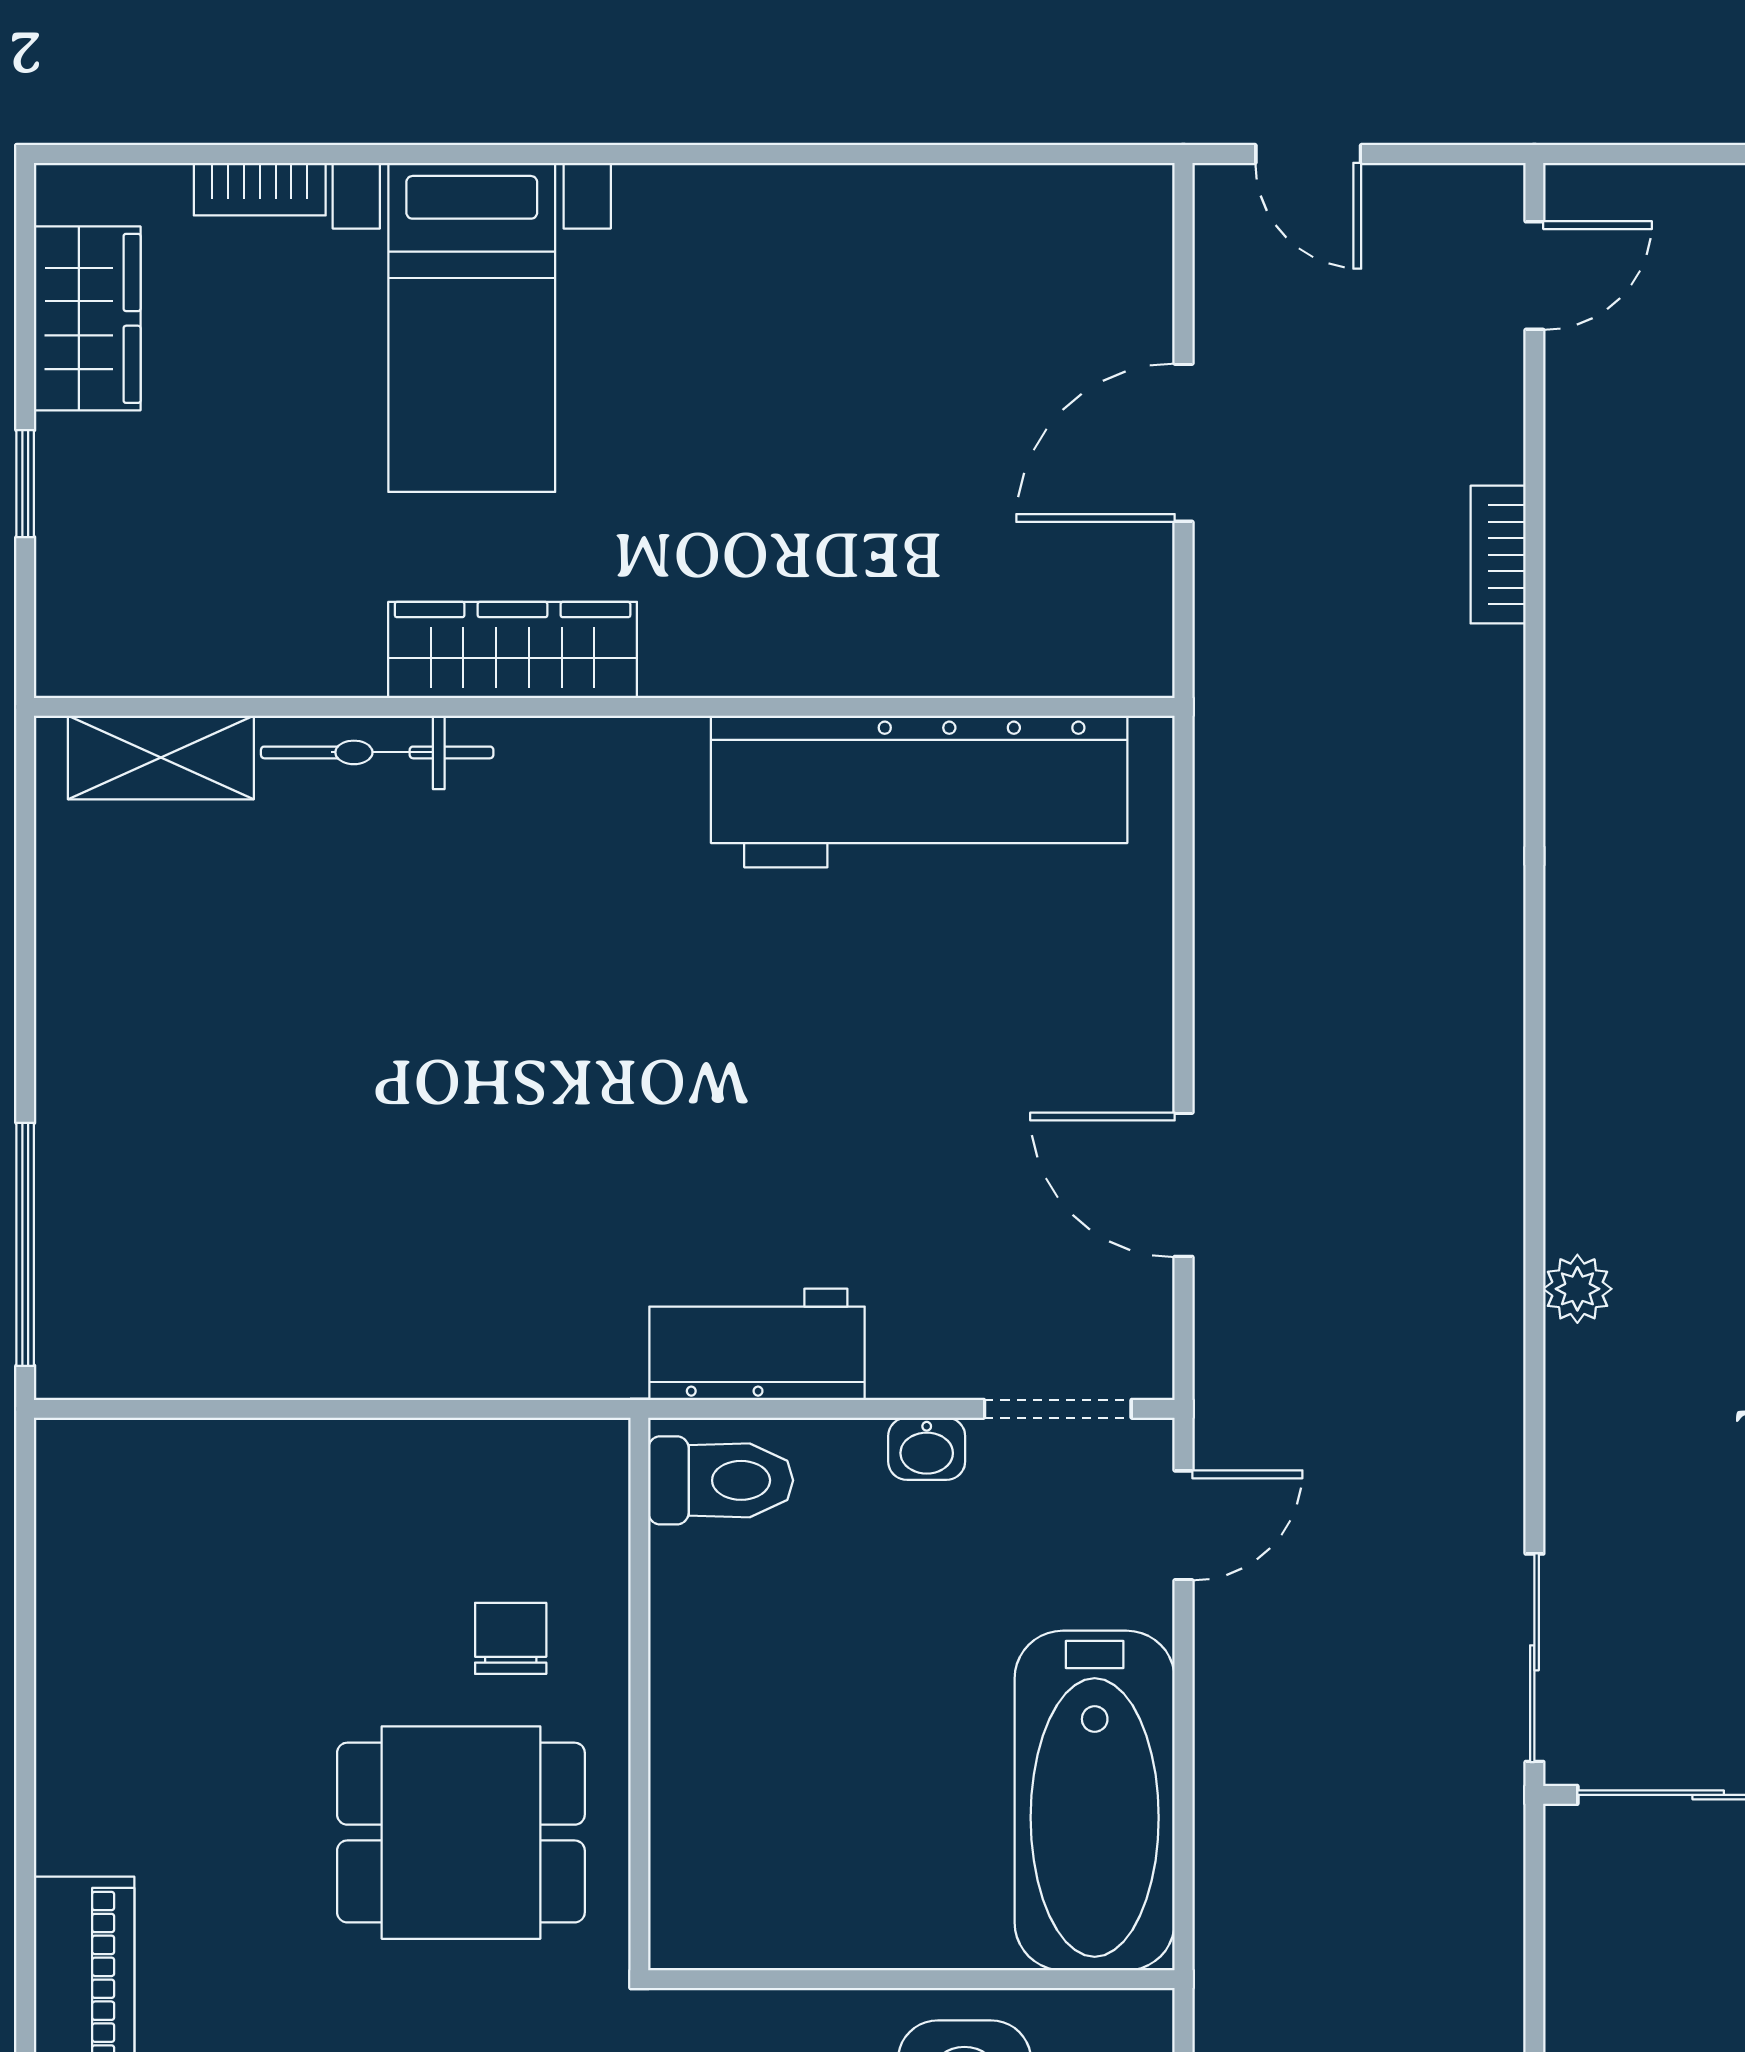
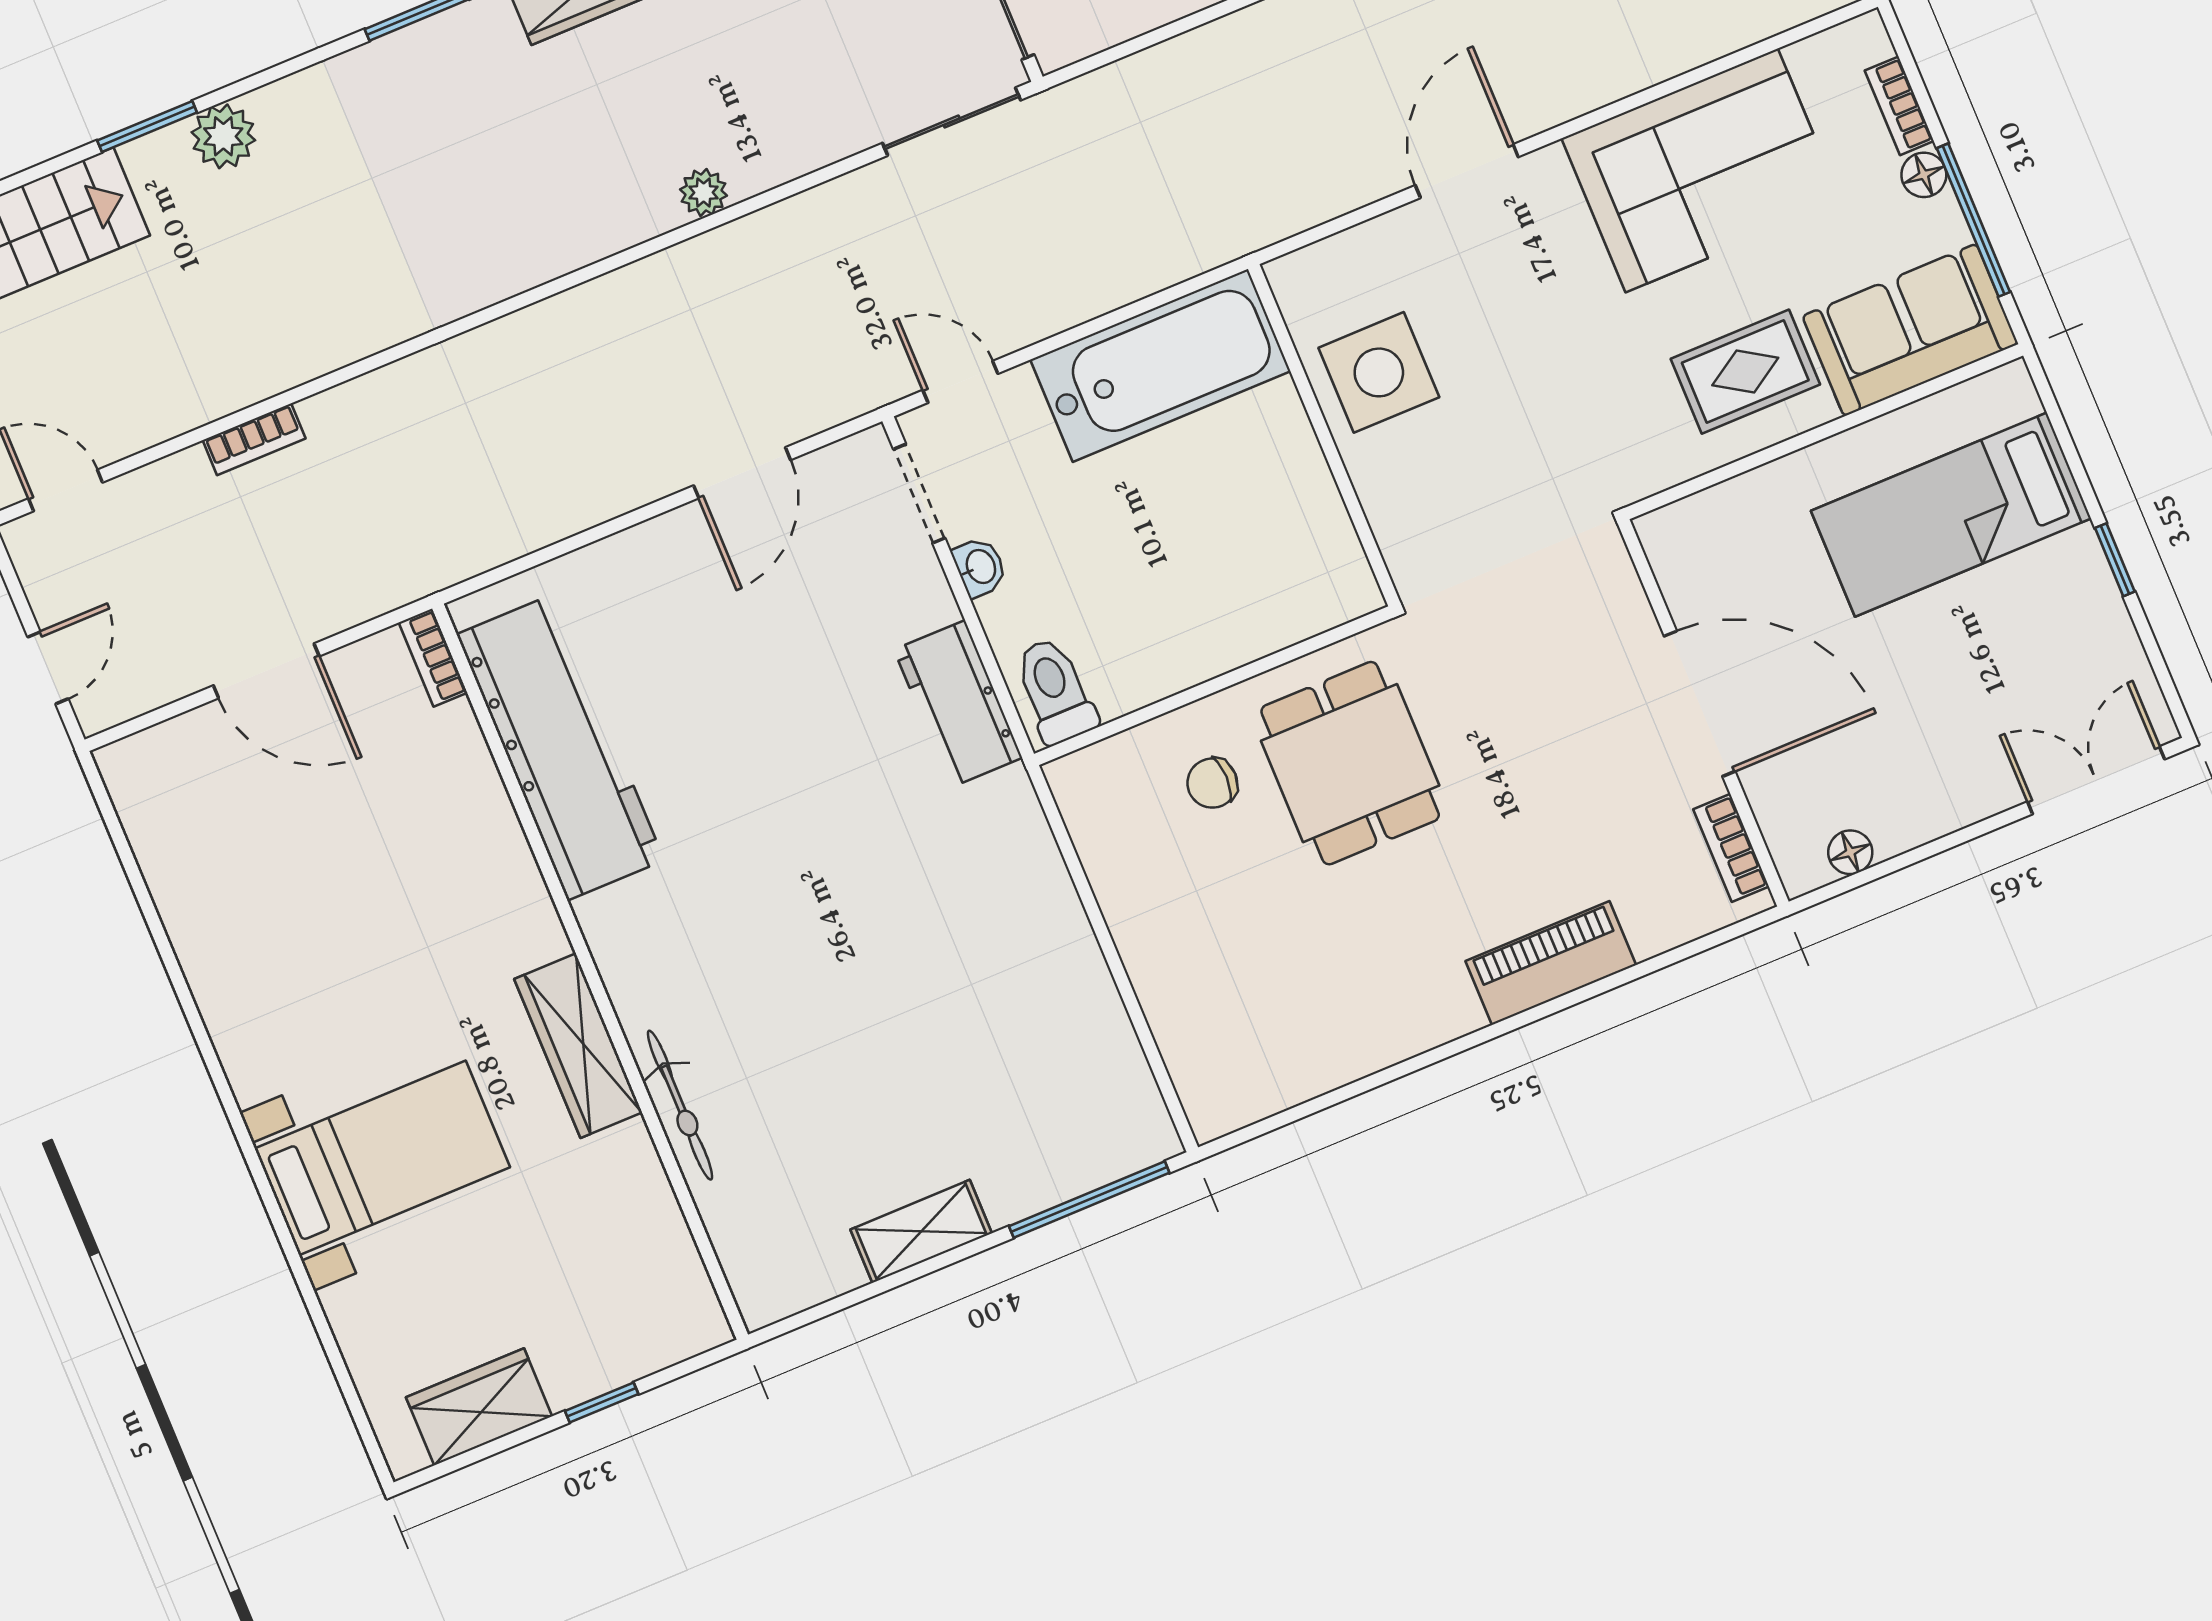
bookcase: (260, 189) -> (433, 658), moved, turned 180
shelving: (161, 757) -> (921, 1231), moved, turned 90

